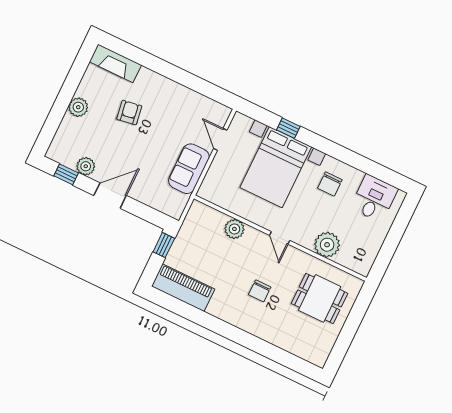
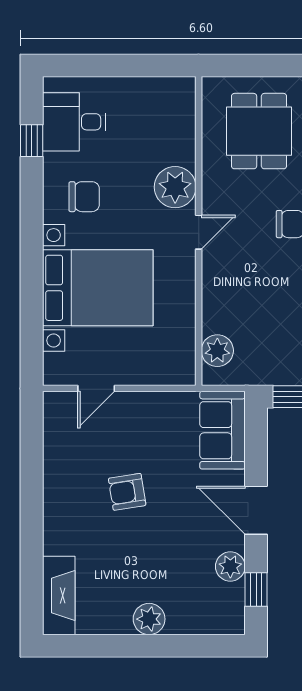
armchair: (129, 113) -> (127, 492), moved
window: (288, 128) -> (32, 141), moved
sofa: (189, 169) -> (222, 430), moved, turned 90
plant: (234, 229) -> (217, 351), moved
plant: (327, 245) -> (175, 187), moved

